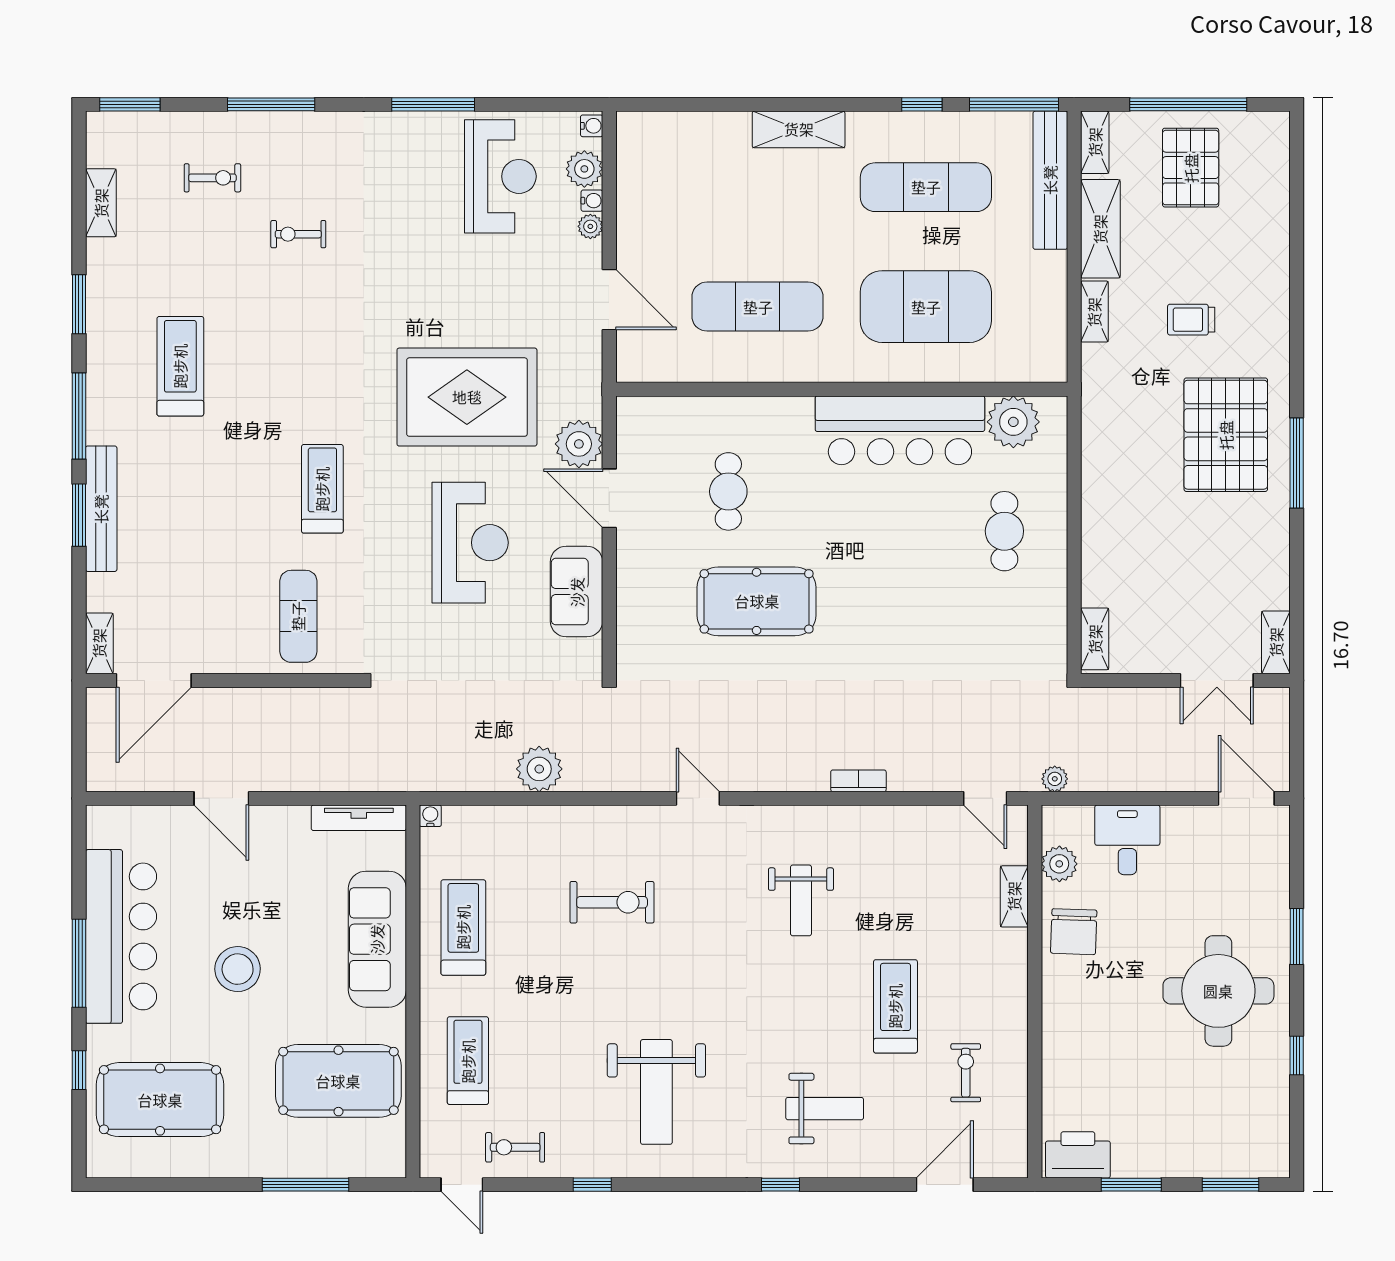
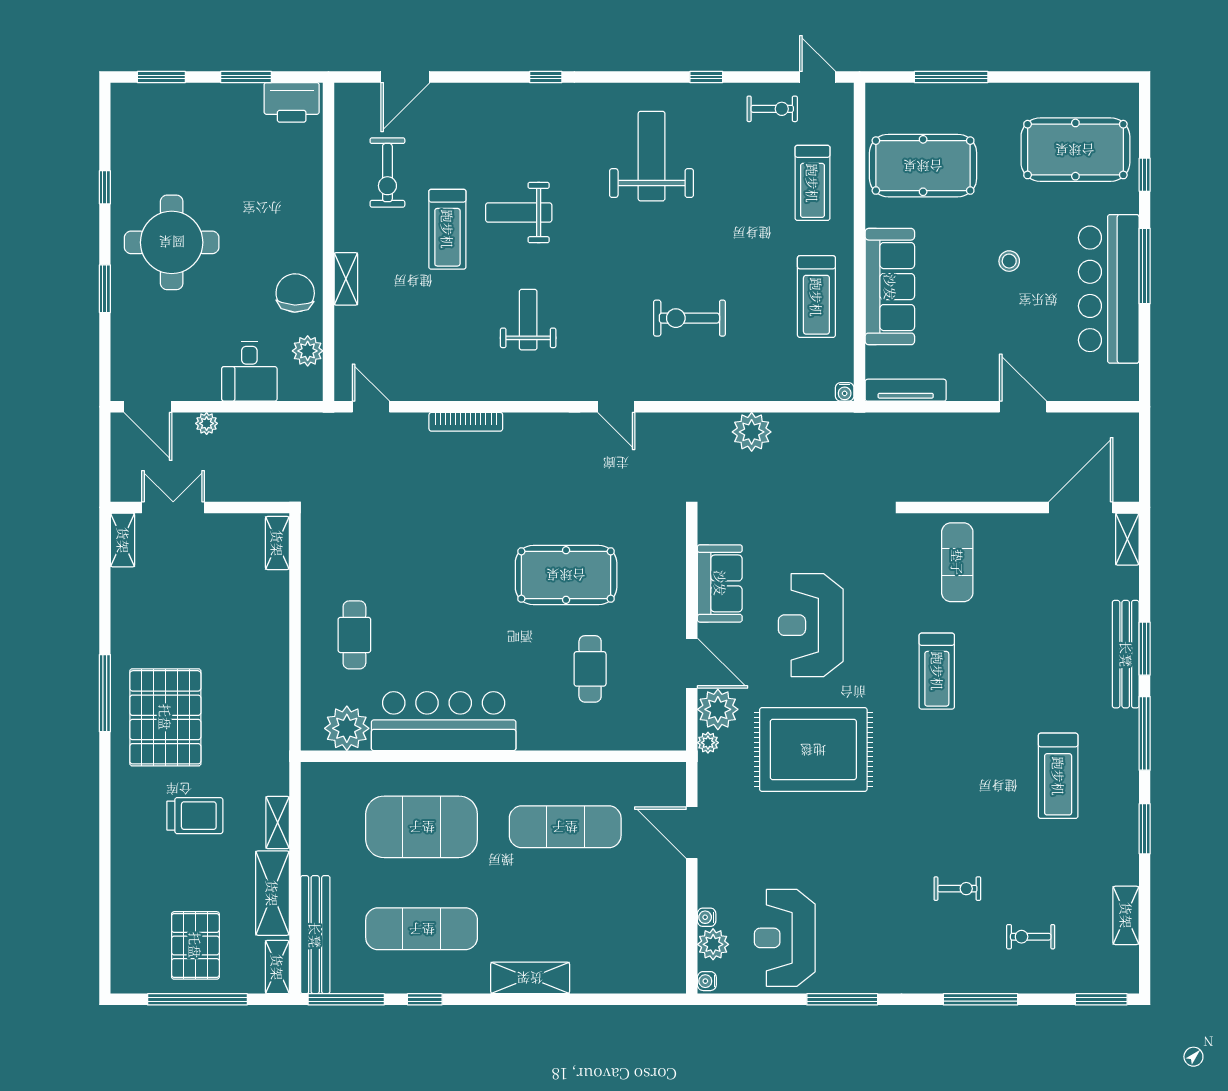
plant: (590, 226) -> (708, 743), moved
trolley: (1191, 320) -> (195, 816), width x1.36, depth x1.39
plant: (1055, 779) -> (207, 423), moved
bookcase: (858, 781) -> (466, 422), width x1.56
shelving: (1014, 896) -> (346, 279), moved
stool: (238, 969) -> (1009, 261), width x0.53, depth x0.53
exercise bike: (966, 1073) -> (387, 173), width x1.38, depth x1.39
weight bench: (825, 1109) -> (519, 213), moved

